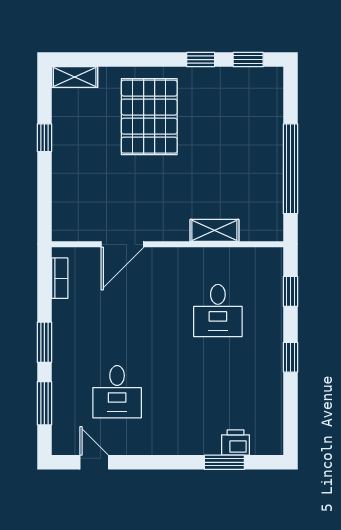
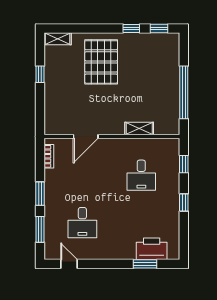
printer: (236, 442) -> (152, 249), width x1.87, depth x1.48

